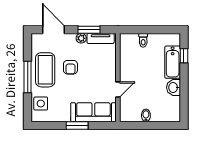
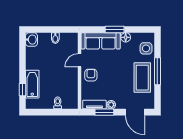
armchair: (70, 67) -> (91, 75), moved
washbasin: (173, 87) -> (31, 40), moved
floor lamp: (64, 116) -> (126, 37), added

